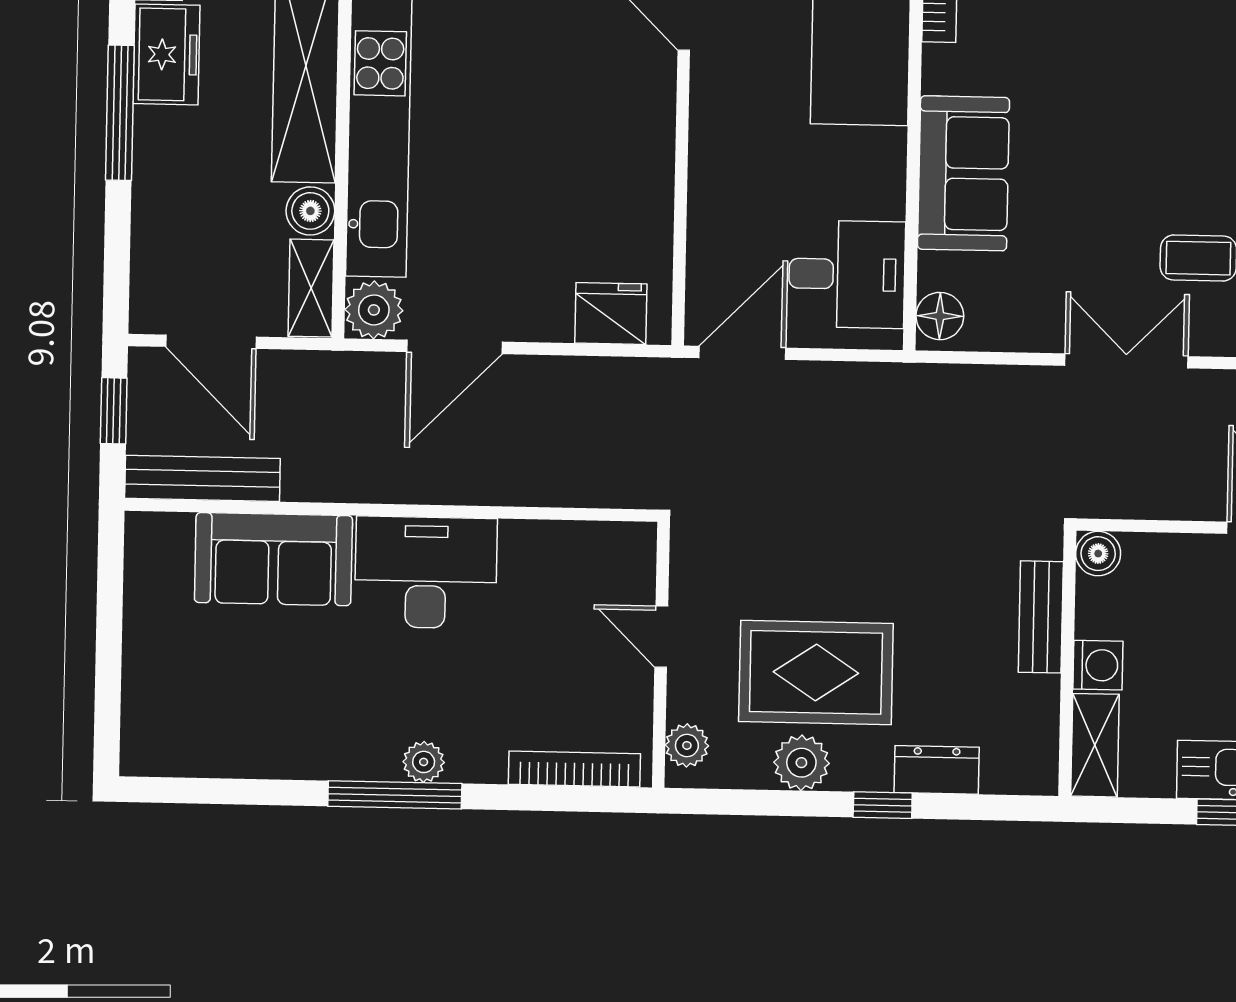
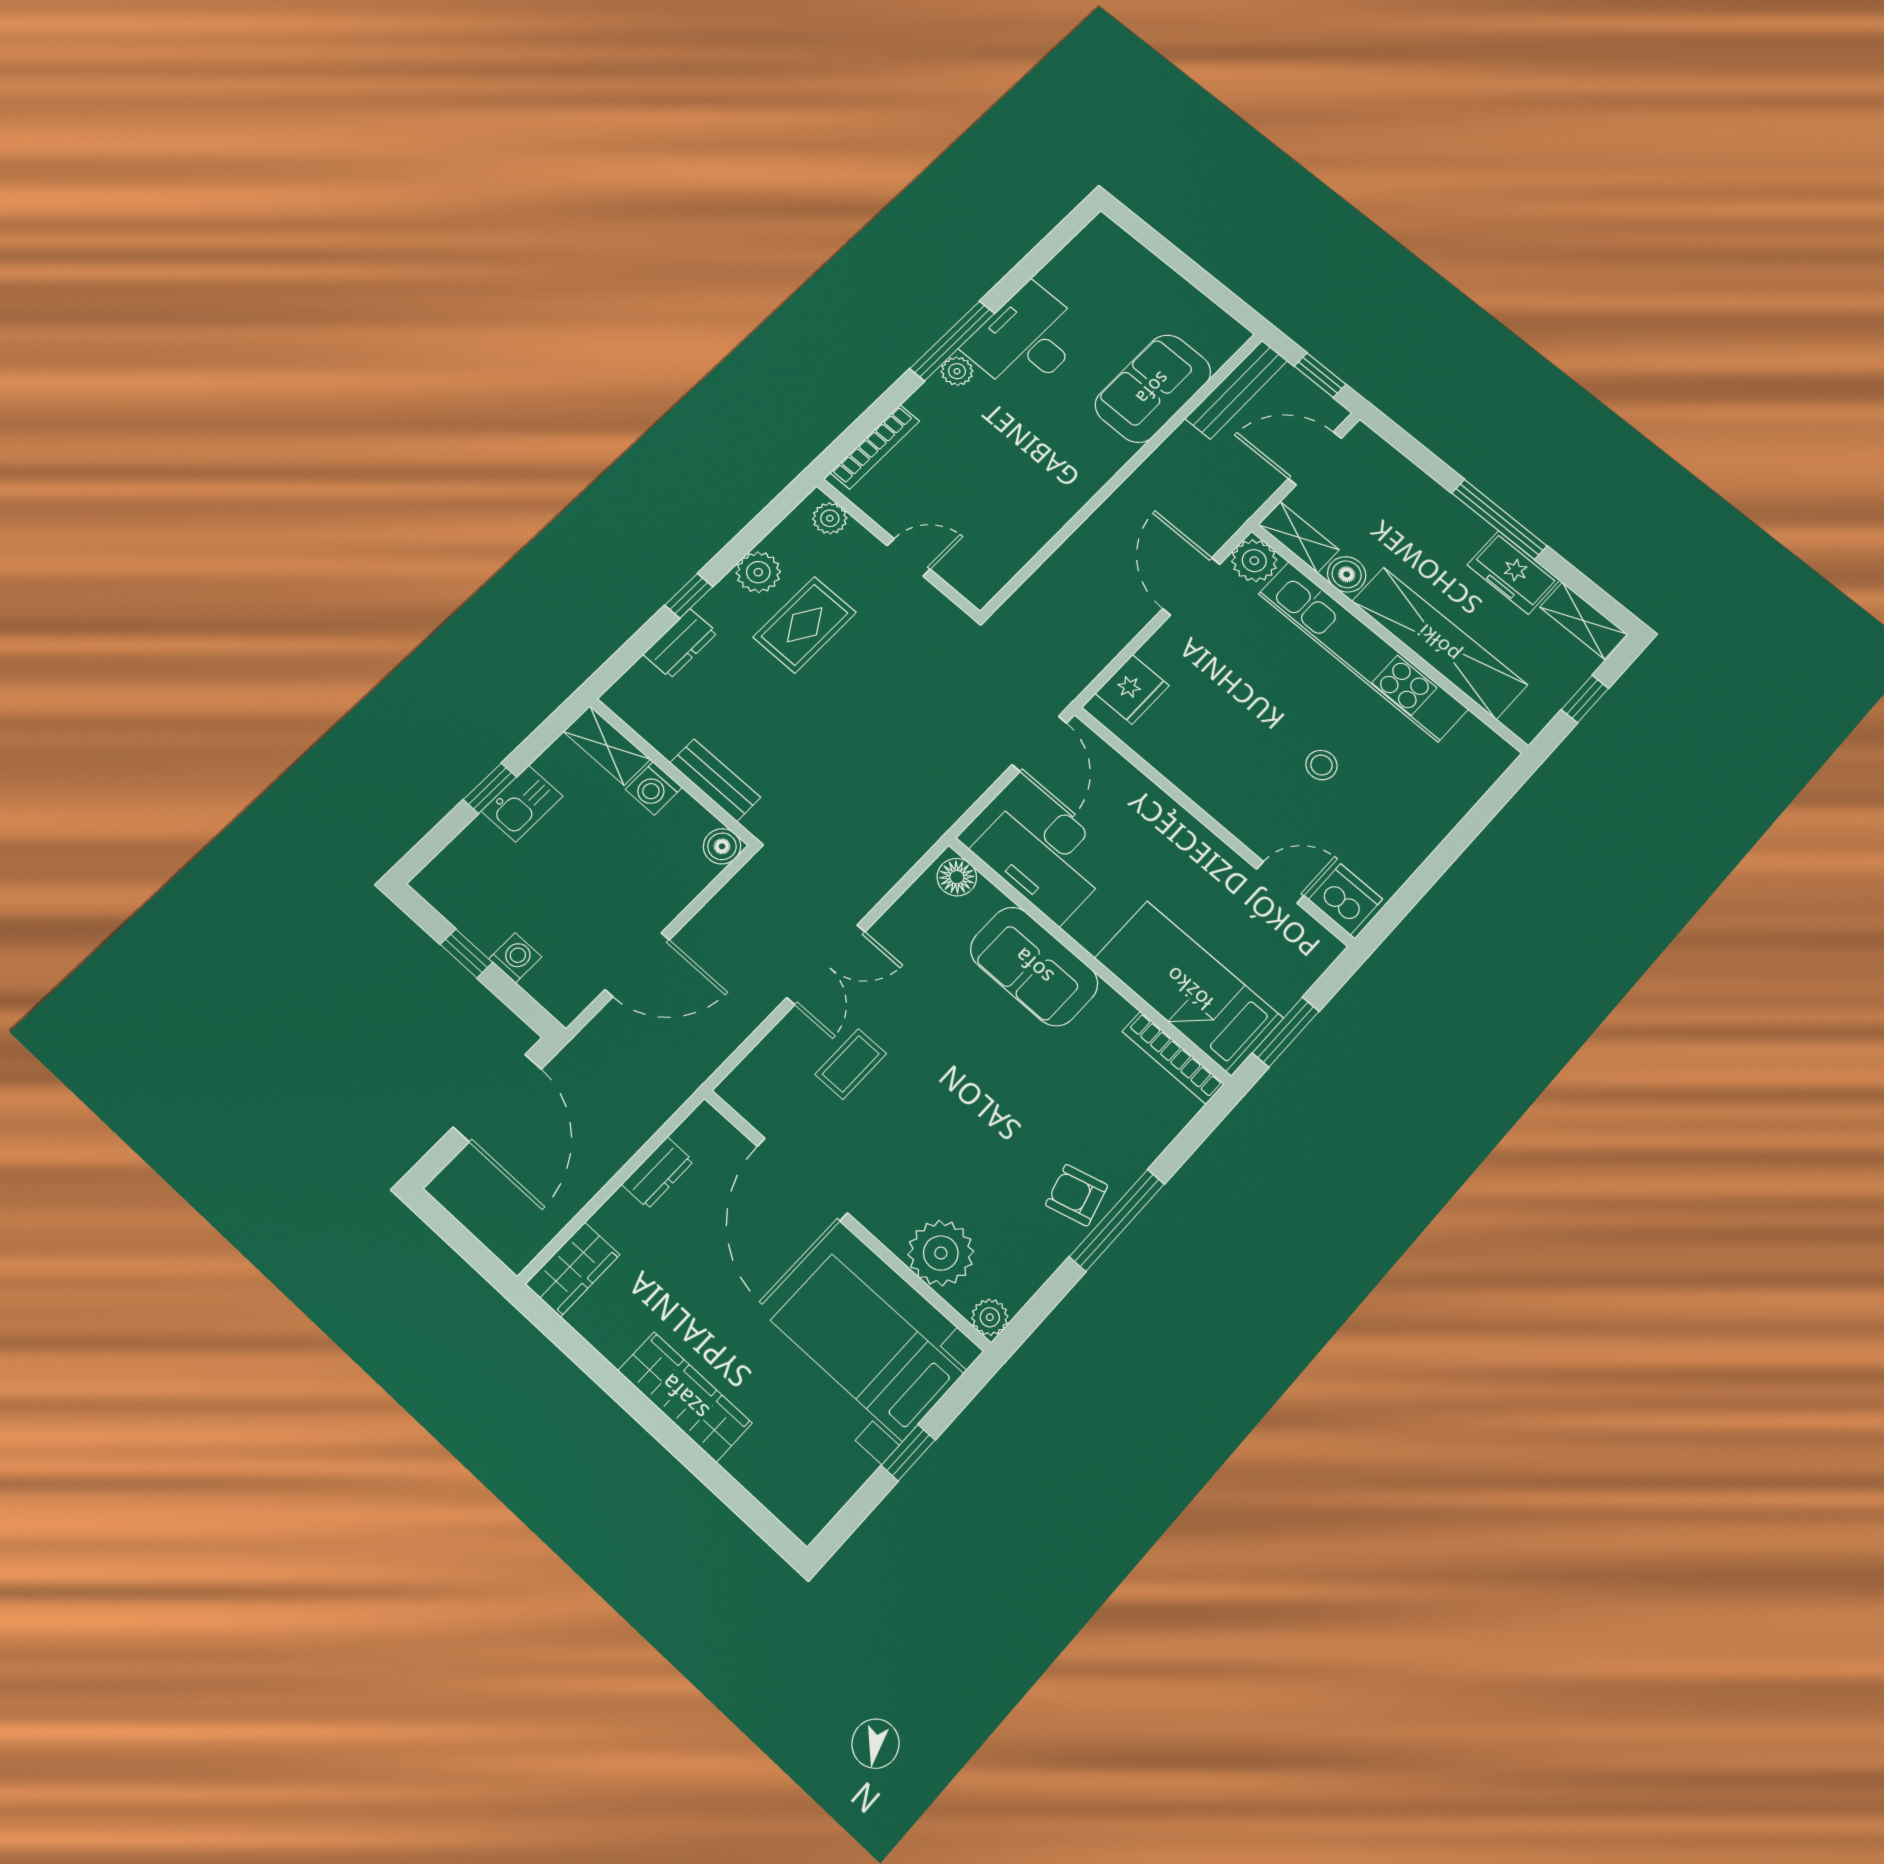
stool: (532, 75) -> (1321, 765), added
desk: (847, 274) -> (1045, 855), width x1.37
desk: (426, 572) -> (1026, 340), moved, turned 180
rug: (816, 672) -> (805, 625), width x0.73, depth x0.70

